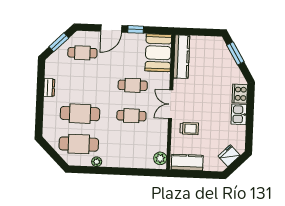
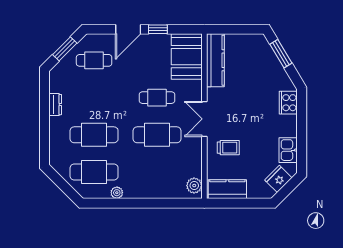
kitchen sink: (239, 114) -> (288, 150), moved
cafe table: (131, 116) -> (157, 135), width x1.37, depth x1.35

